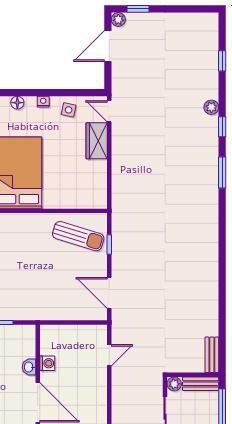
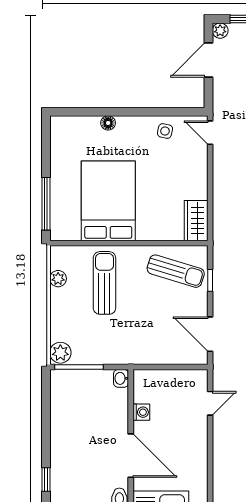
nightstand: (43, 102) -> (137, 122), removed
wardrobe: (97, 141) -> (196, 221), moved
sun lounger: (14, 247) -> (104, 283), added
washbasin: (29, 367) -> (121, 378), moved

